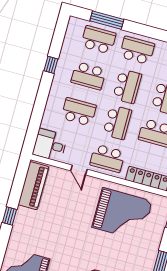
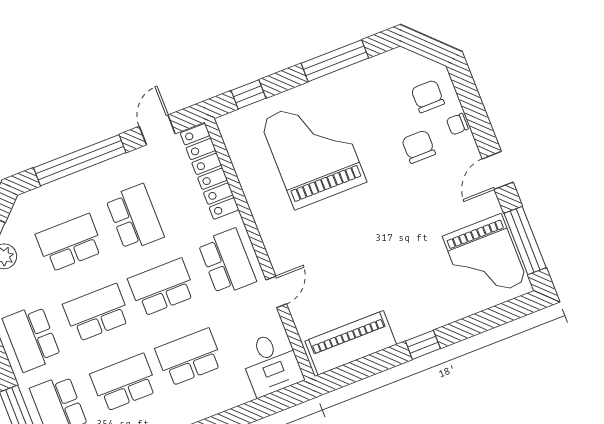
school desk: (88, 76) -> (124, 383), turned -90
school desk: (79, 112) -> (189, 357), turned 90
grand piano: (122, 214) -> (313, 151), moved

